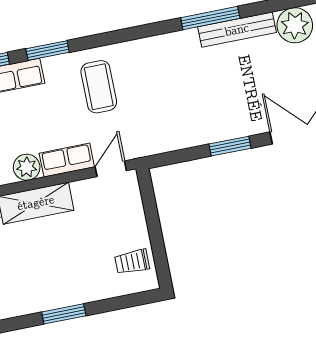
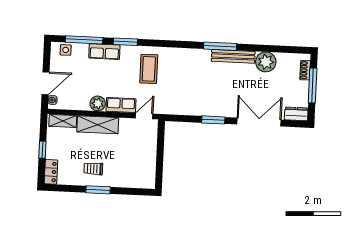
trolley: (132, 262) -> (93, 169), moved

